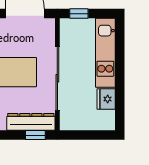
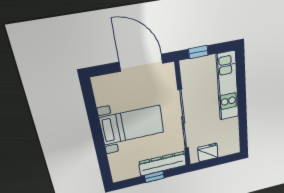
fridge: (106, 99) -> (208, 152), moved, turned 90
window: (35, 135) -> (154, 177), moved

